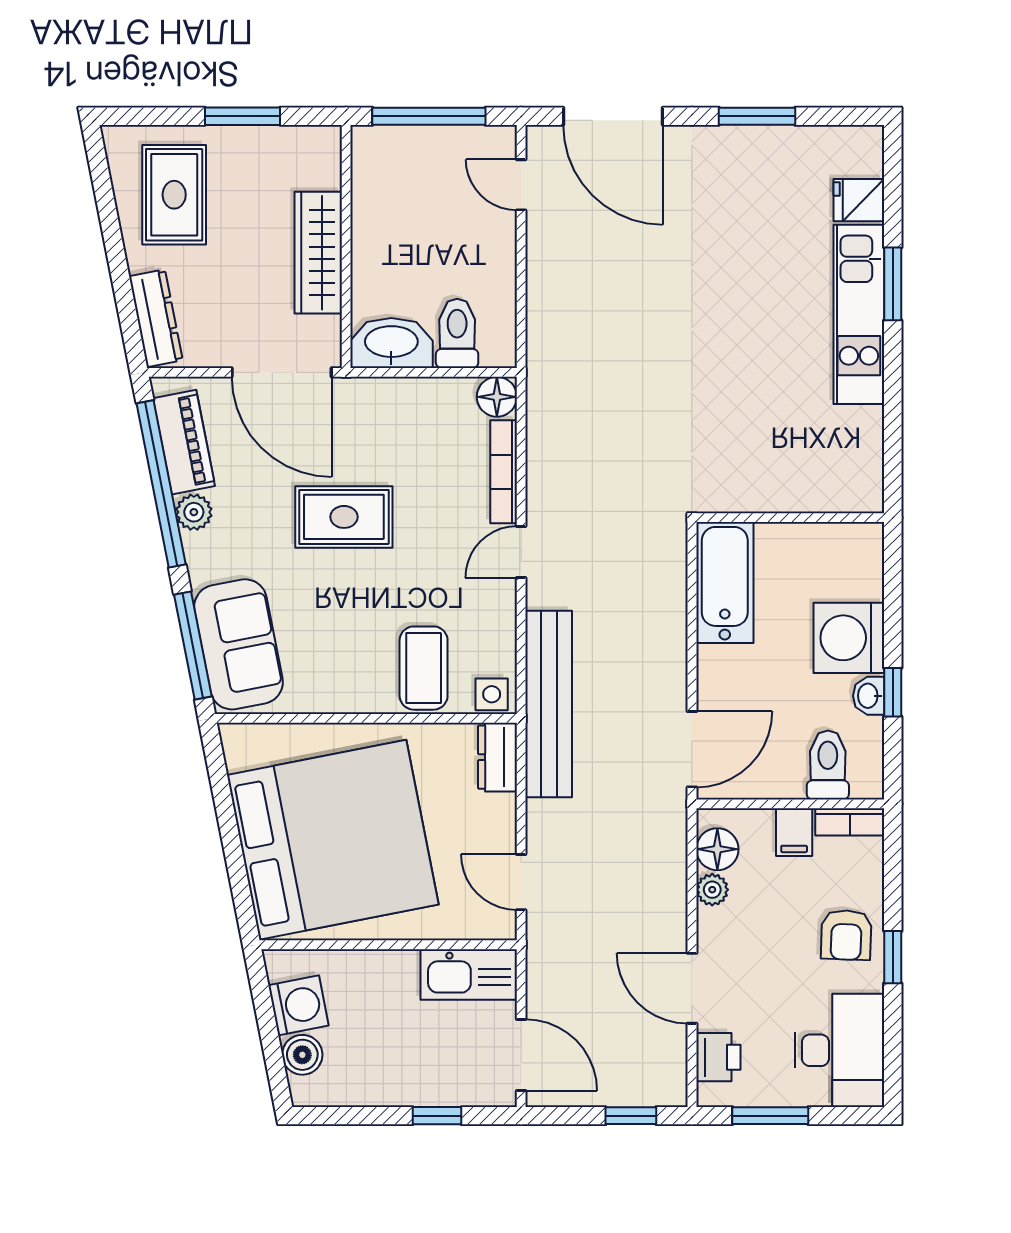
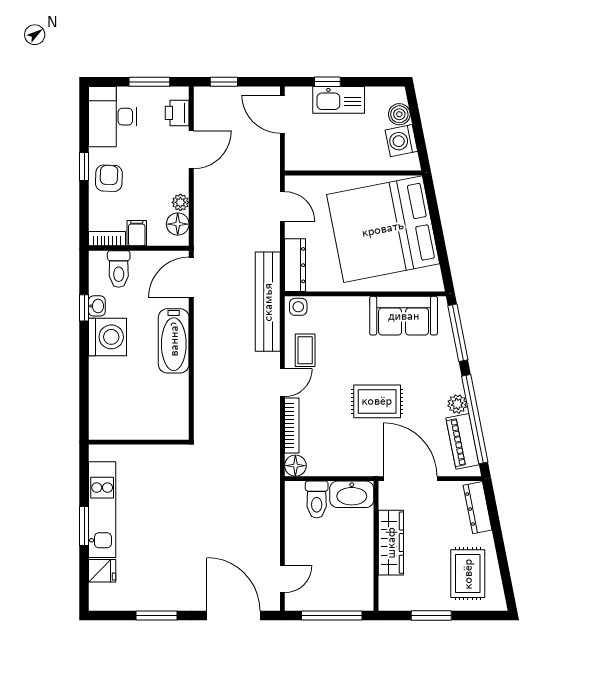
door: (521, 185) -> (282, 579), hinge flipped
wall: (790, 518) -> (139, 442), moved
bathtub: (725, 583) -> (174, 341), moved
sofa: (239, 644) -> (404, 316), moved, turned -79
coffee table: (424, 668) -> (305, 350), moved, width x0.73, depth x0.77
dresser: (498, 757) -> (295, 265), width x1.44
kitchen sink: (469, 974) -> (339, 100), moved, turned 180
door: (692, 988) -> (191, 150), hinge flipped

